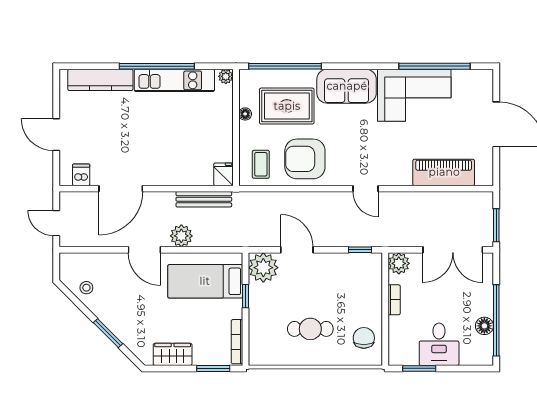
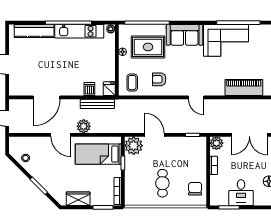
armchair: (305, 159) -> (159, 79), width x0.53, depth x0.53
dishwasher: (81, 175) -> (89, 89), moved
cafe table: (310, 329) -> (162, 183), turned 90

